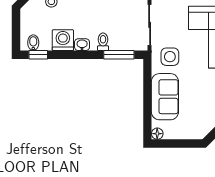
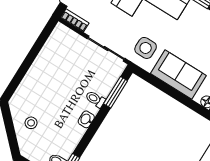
washing machine: (63, 40) -> (72, 134), removed

